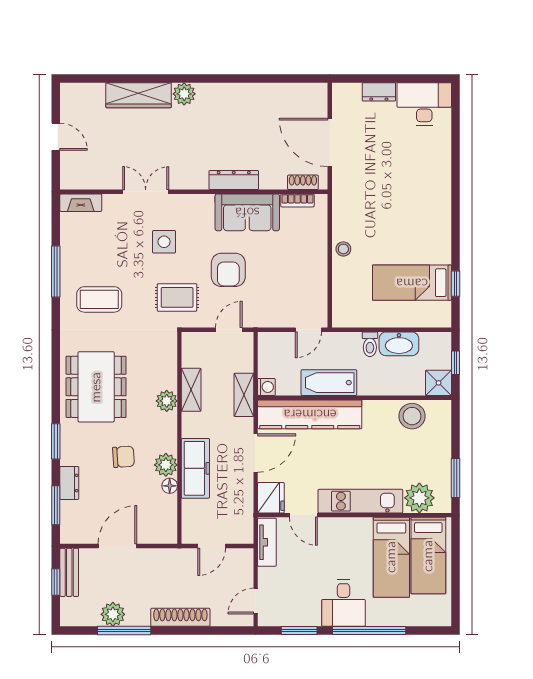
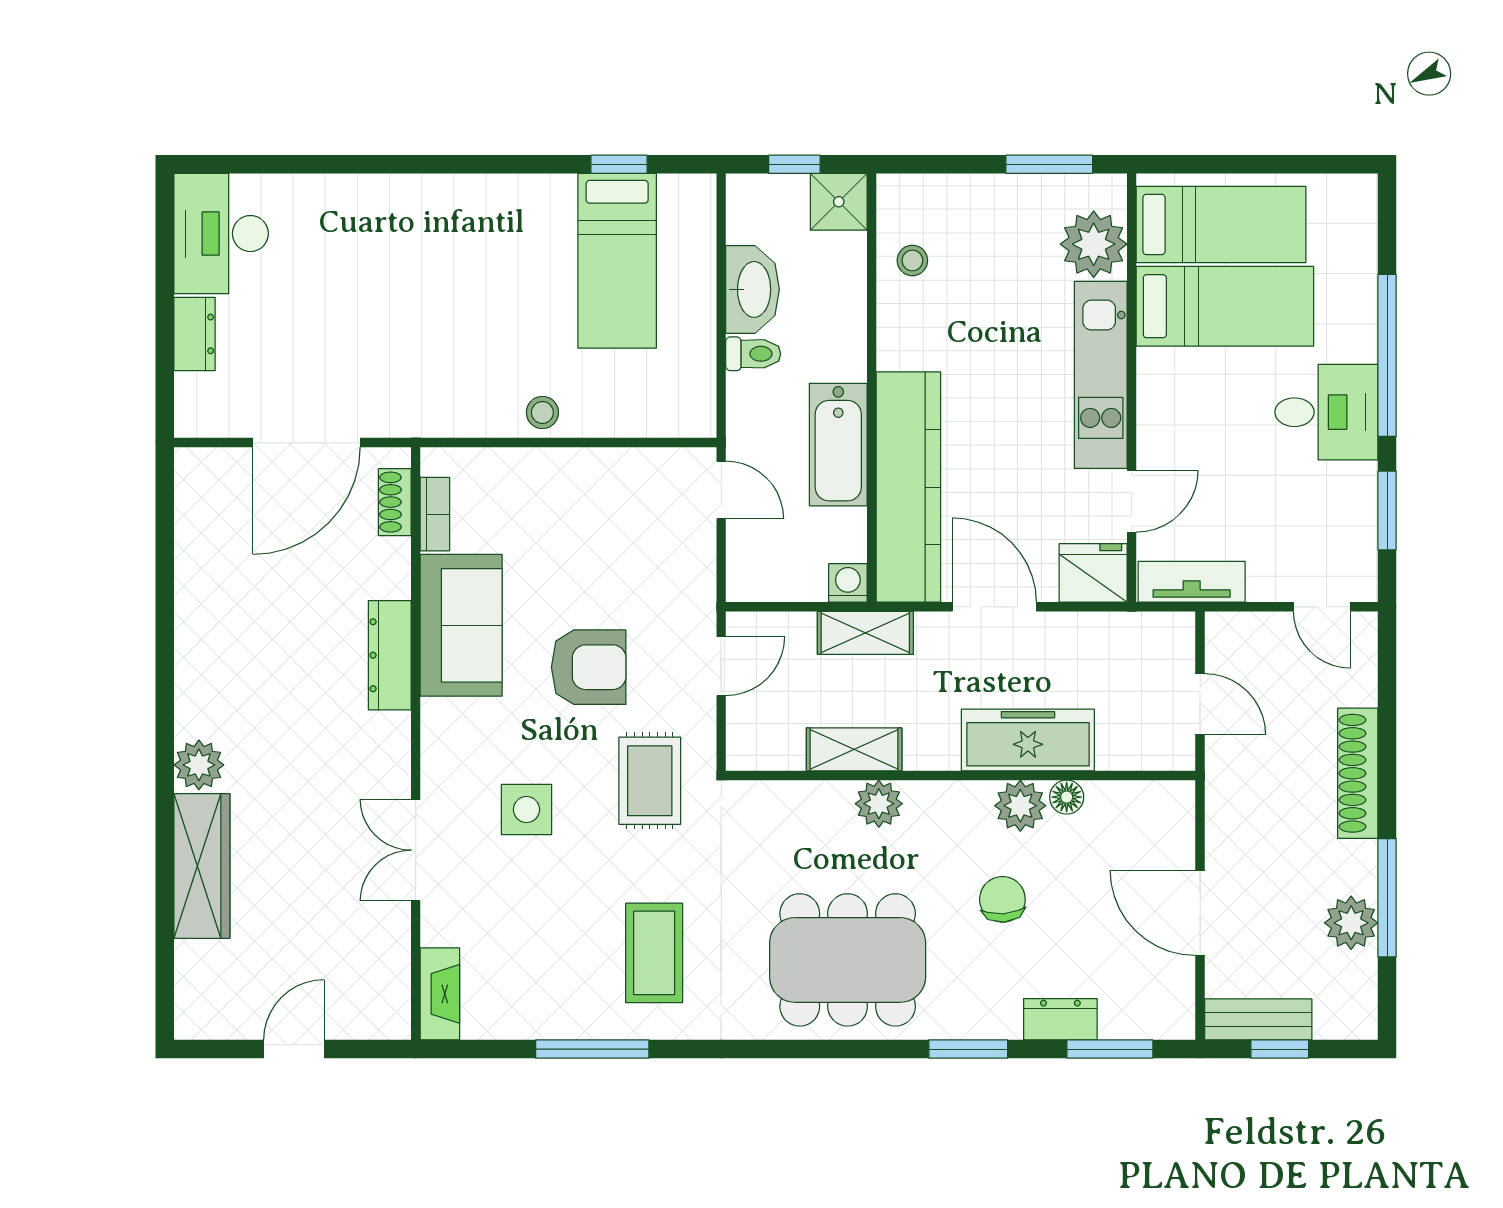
door: (229, 330) -> (721, 666), swing flipped
stool: (412, 416) -> (912, 260), width x0.53, depth x0.53

